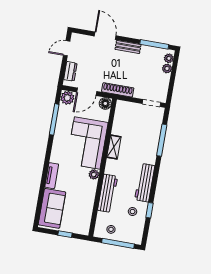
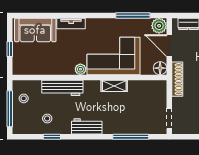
workbench: (145, 183) -> (87, 126), width x0.73

